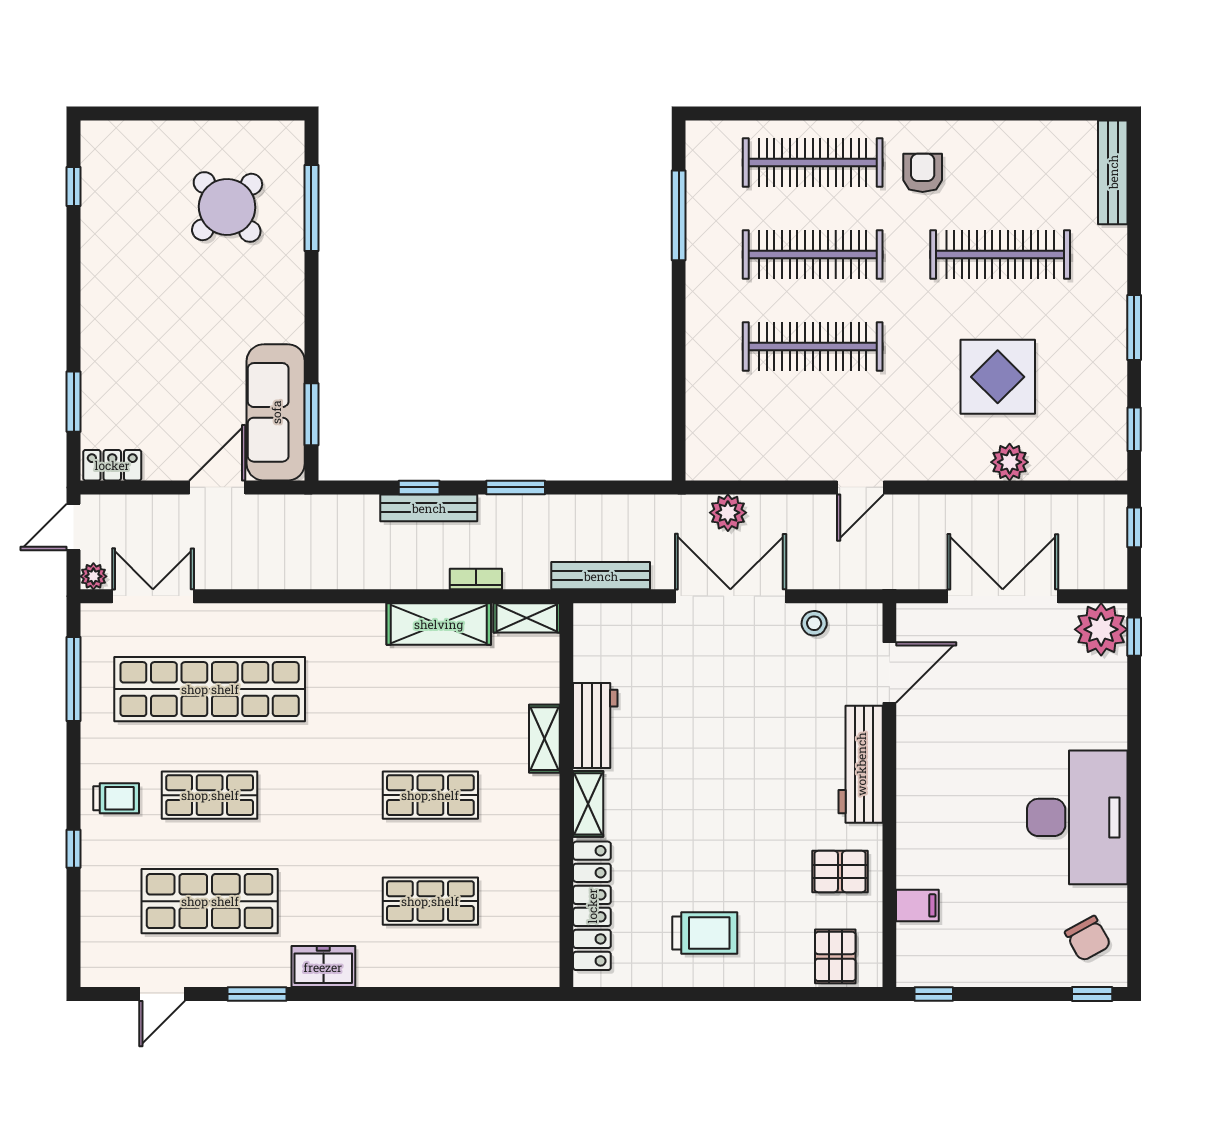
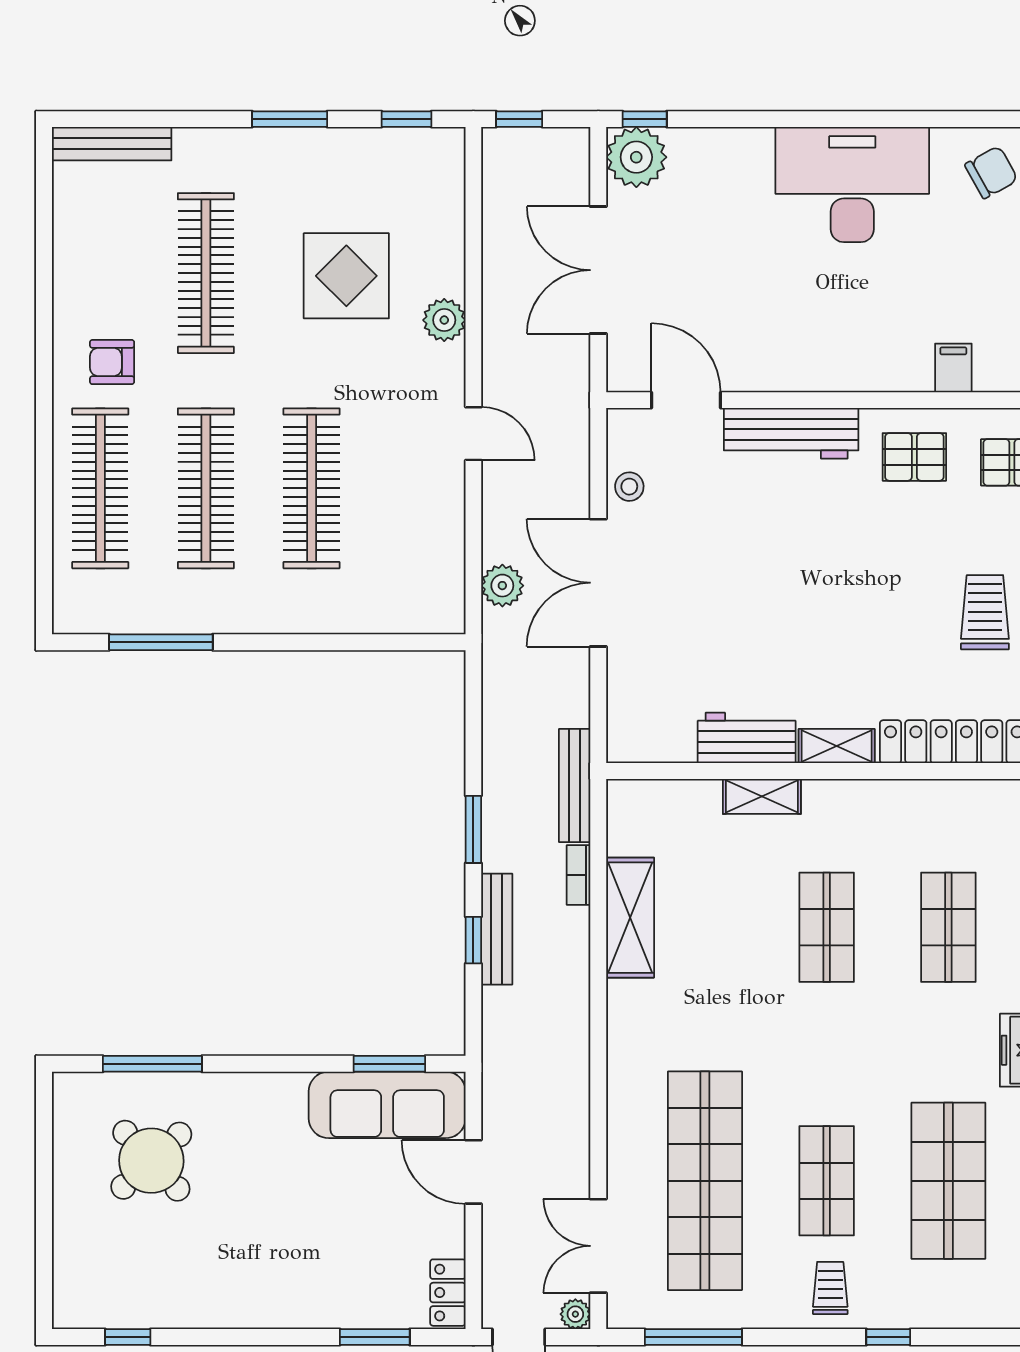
plant: (1010, 462) -> (444, 320), moved
bench: (601, 576) -> (575, 785), moved
shelving: (527, 618) -> (623, 817), removed
pallet: (840, 872) -> (914, 457), turned 90

